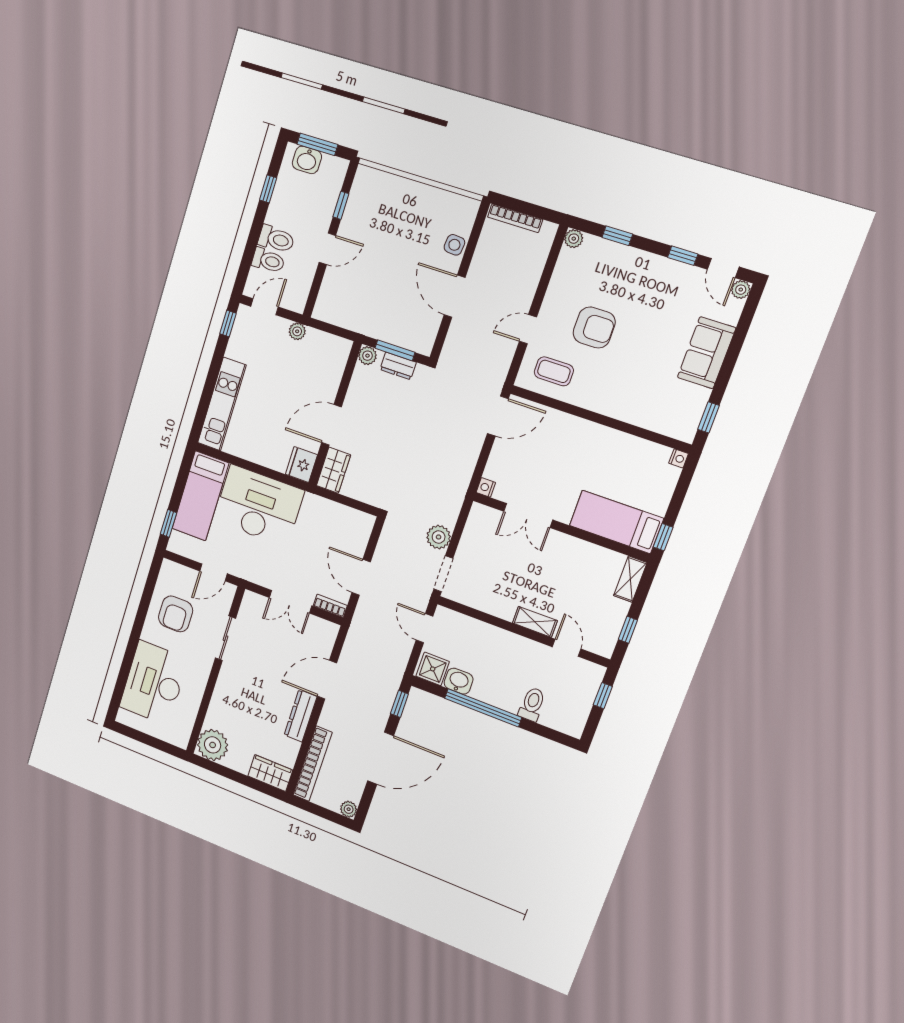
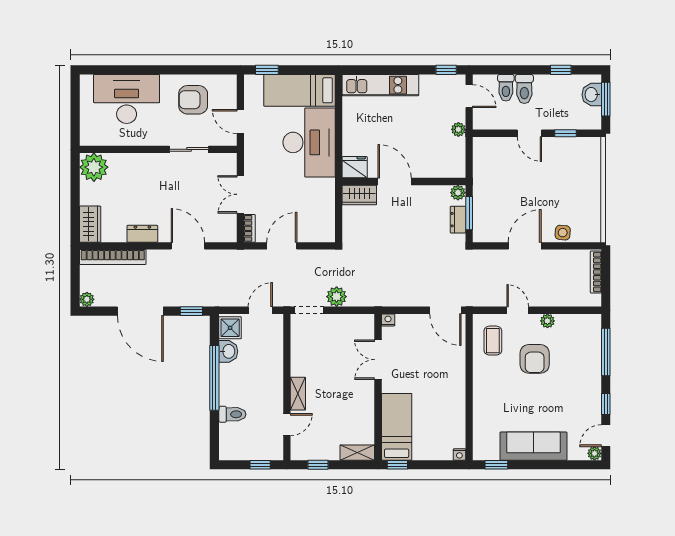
window: (617, 236) -> (606, 352), width x2.17
plant: (574, 239) -> (547, 321), moved
sofa: (706, 353) -> (533, 446), width x1.36
dresser: (301, 716) -> (142, 234), width x0.70

